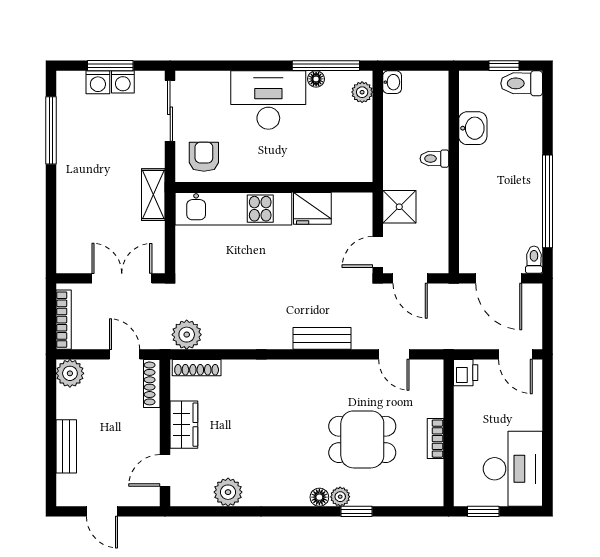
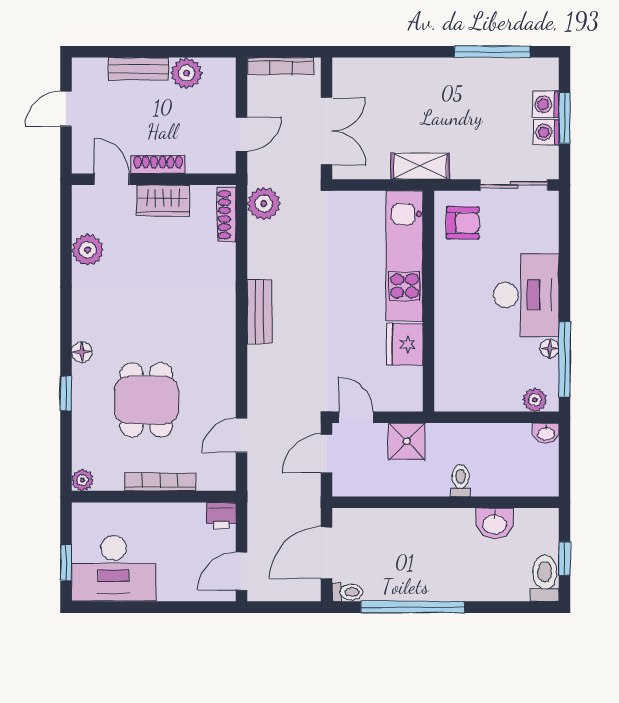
bench: (322, 338) -> (260, 311), moved
plant: (70, 373) -> (186, 73), moved
shoe rack: (152, 383) -> (158, 164), moved
bookcase: (436, 439) -> (160, 482), width x1.56
plant: (340, 497) -> (82, 480), moved
window: (483, 511) -> (66, 563), moved

